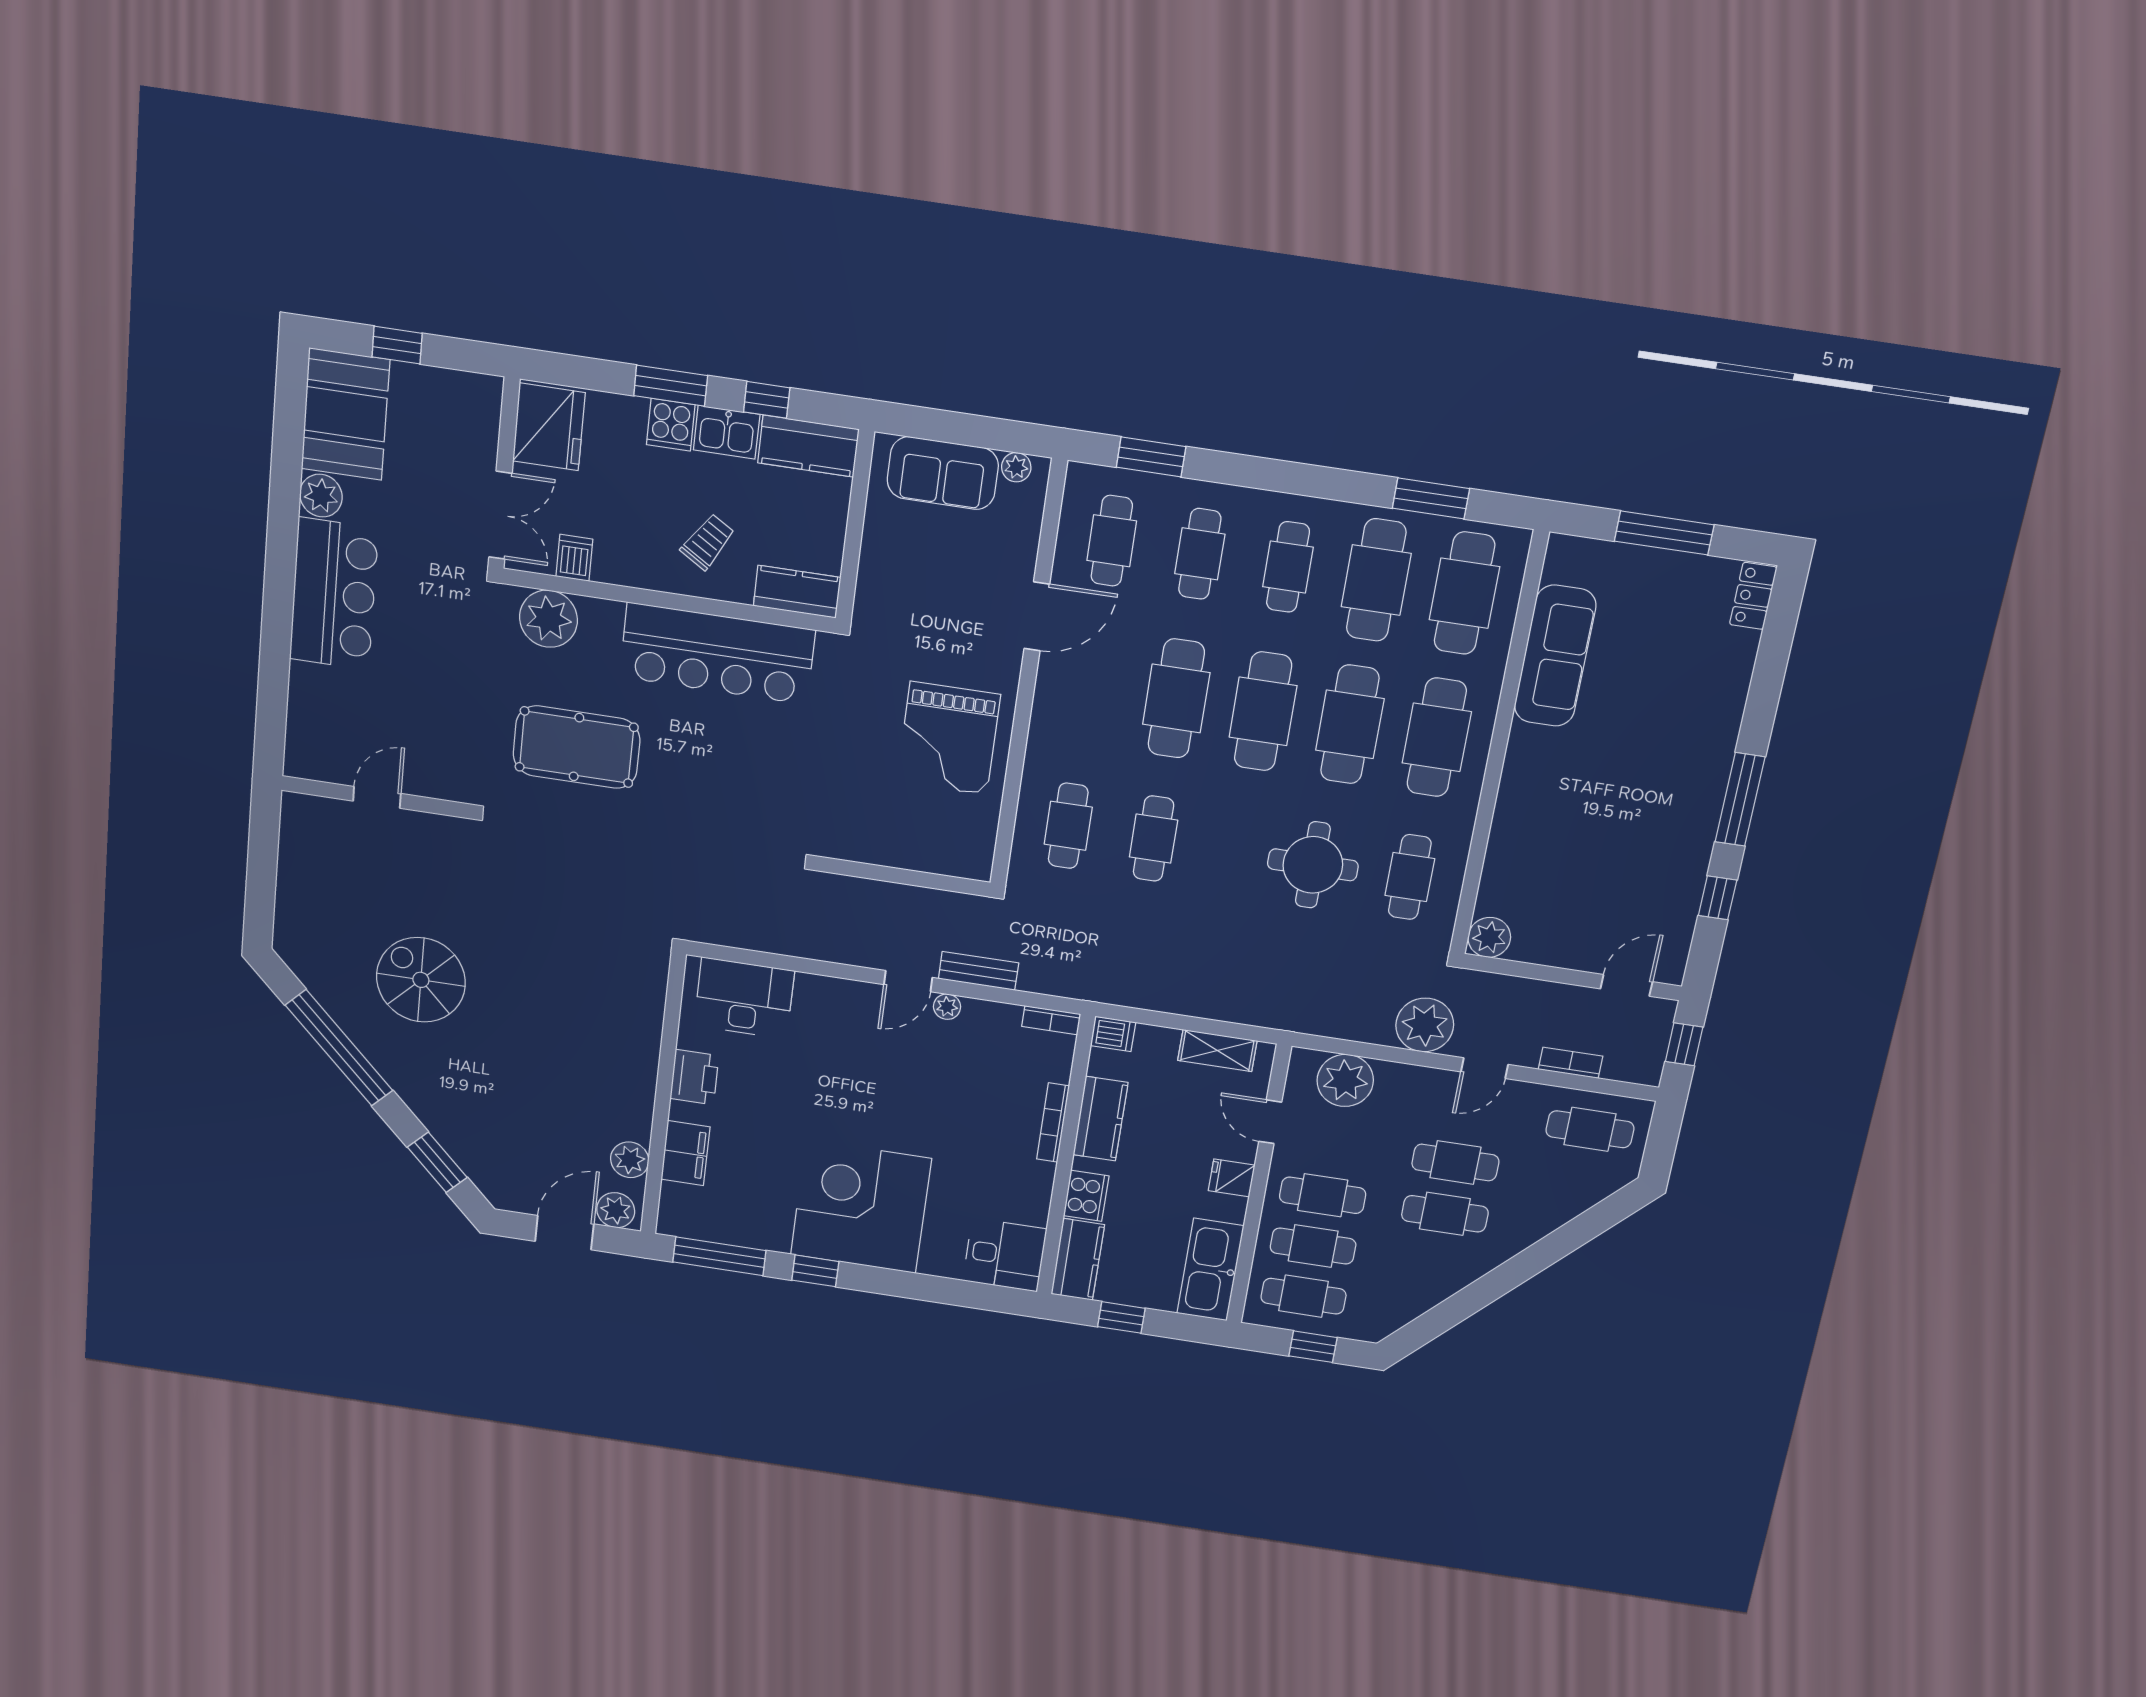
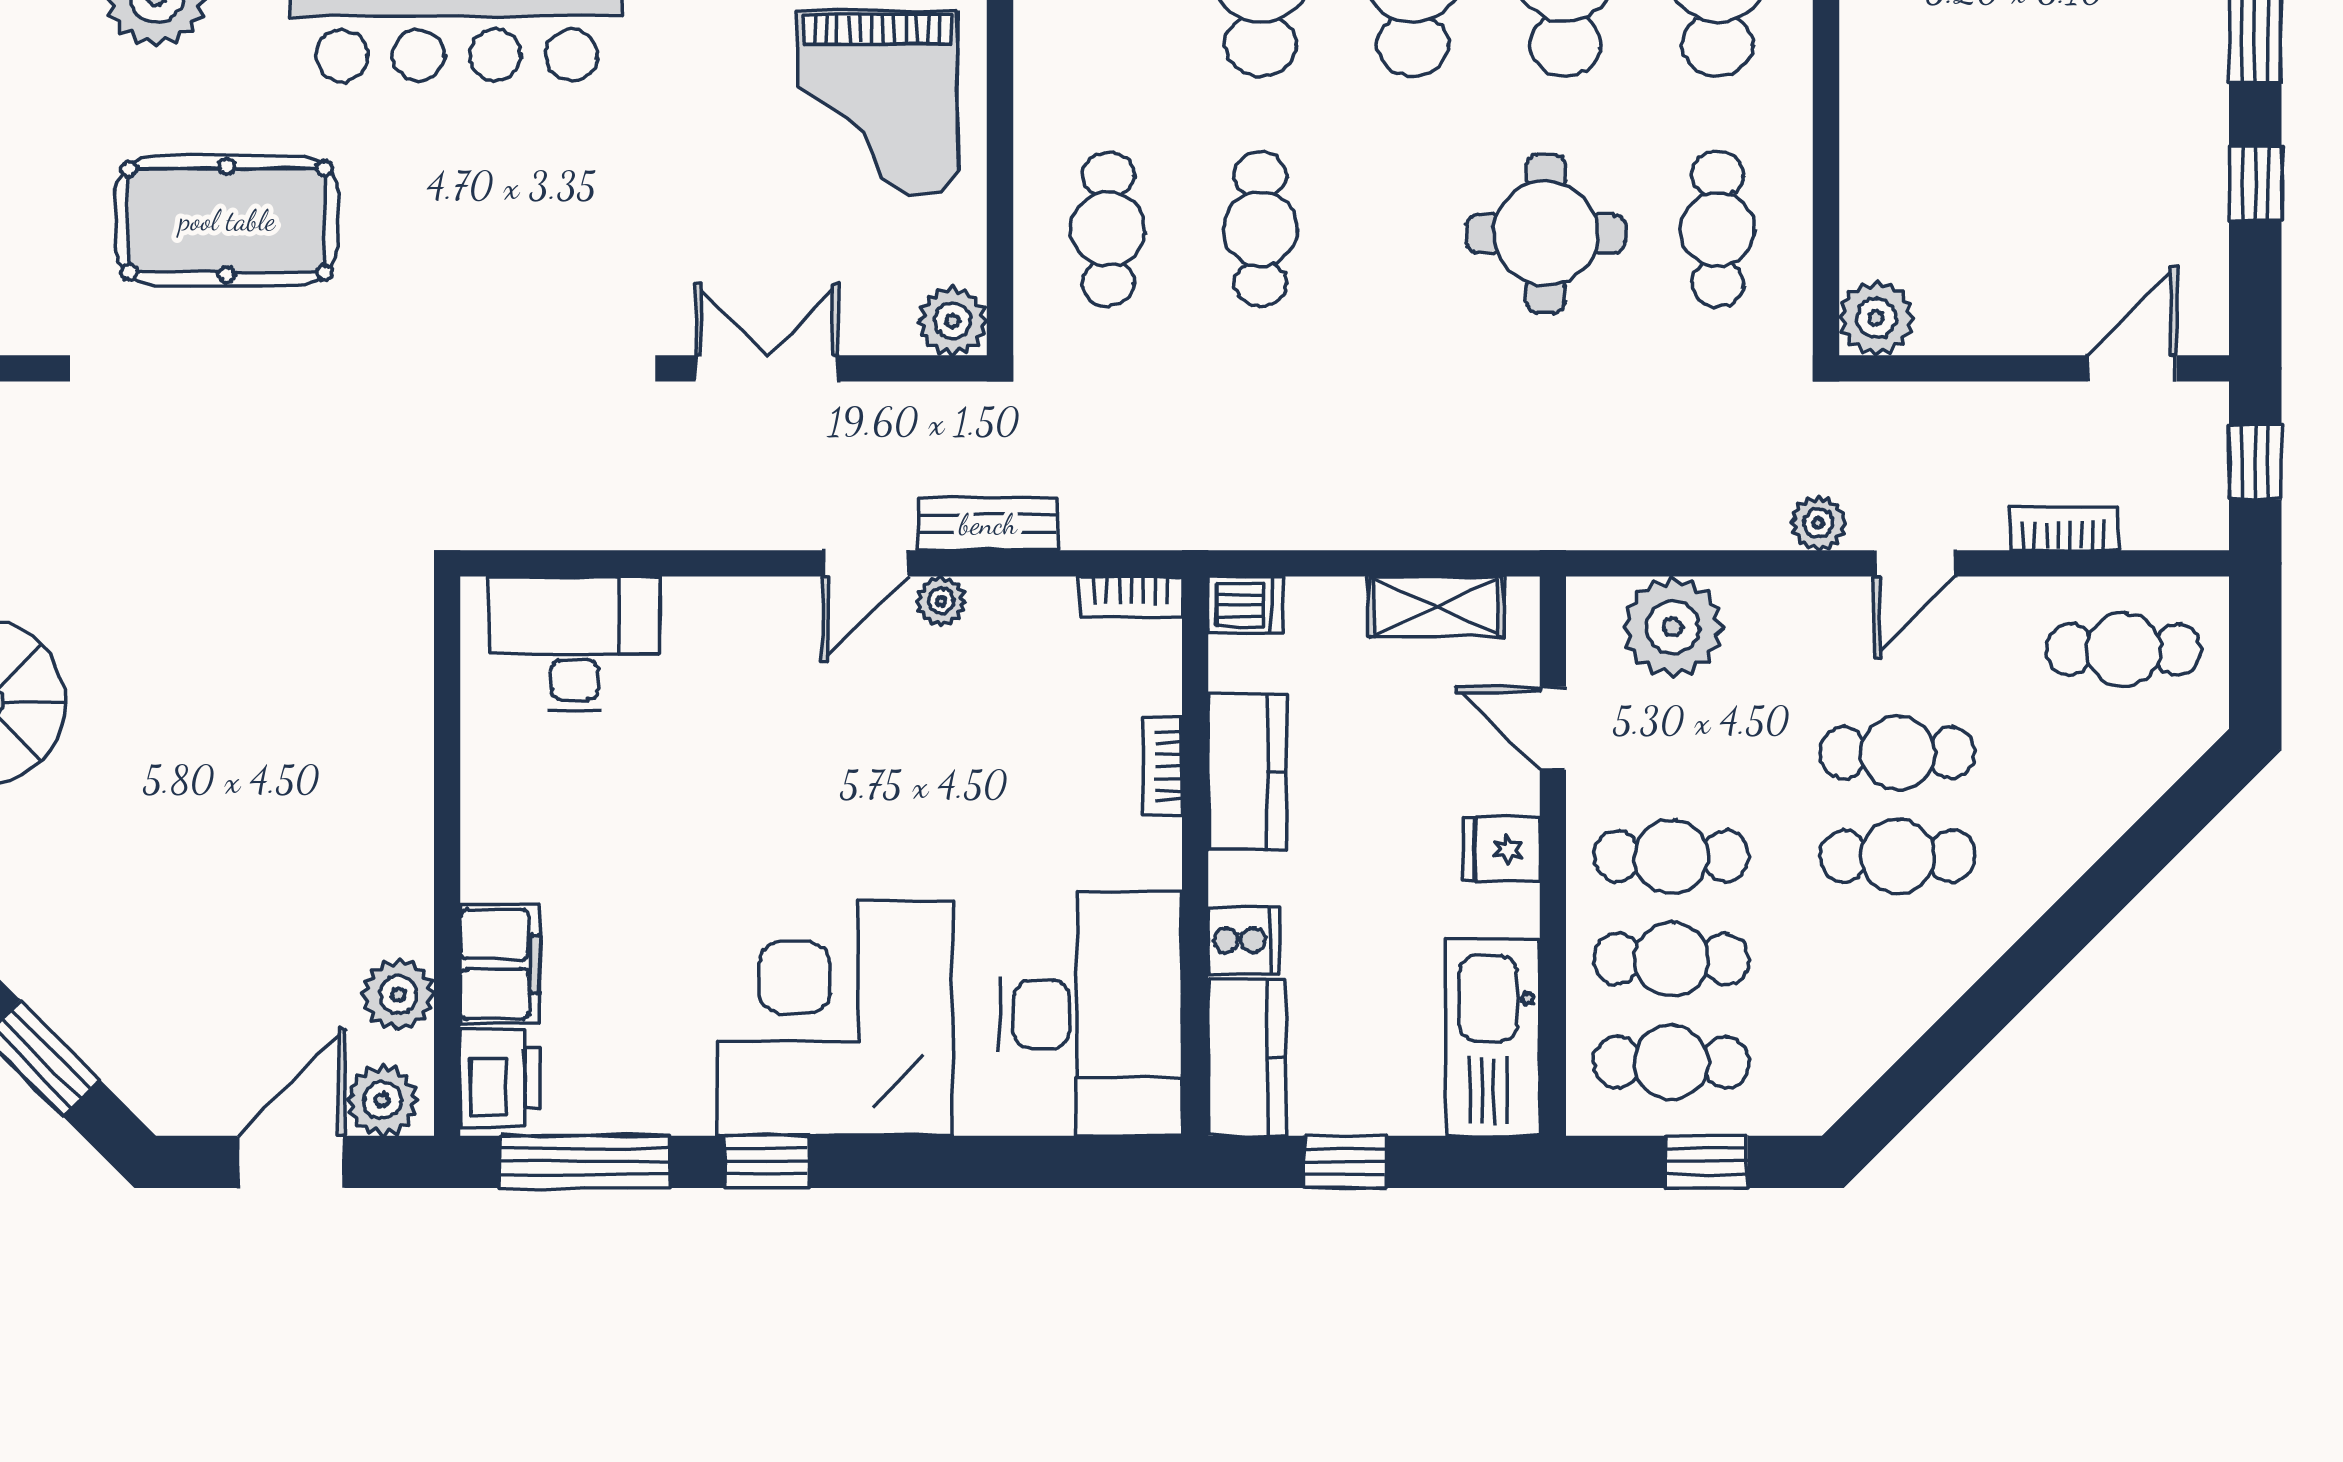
plant: (974, 862) -> (953, 321), added
double door: (868, 871) -> (767, 368), added
plant: (1425, 1025) -> (1818, 523), width x0.53, depth x0.53
printer: (694, 1077) -> (501, 1078), moved
bookcase: (1053, 1123) -> (1163, 766), width x0.64
cooker: (1086, 1196) -> (1244, 940), width x0.73
desk: (1005, 1255) -> (1091, 1014), width x1.87, depth x1.30

